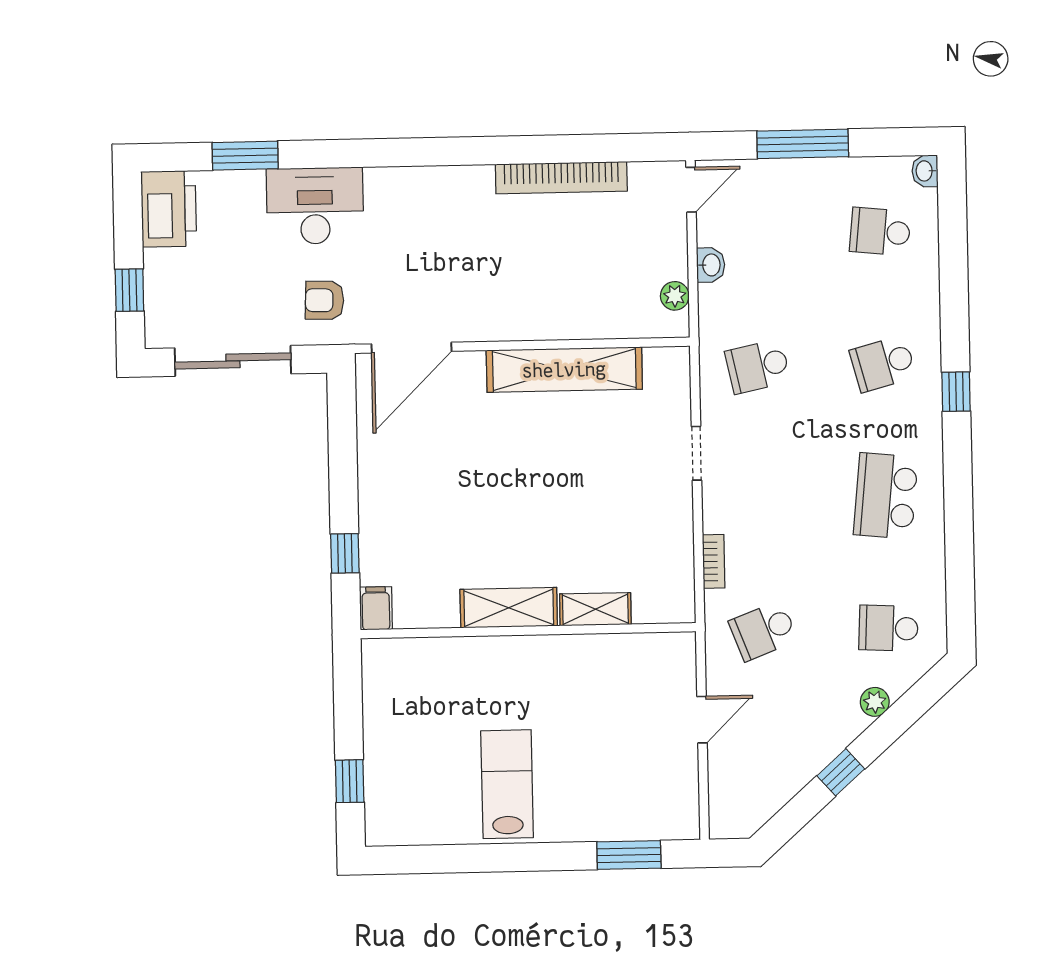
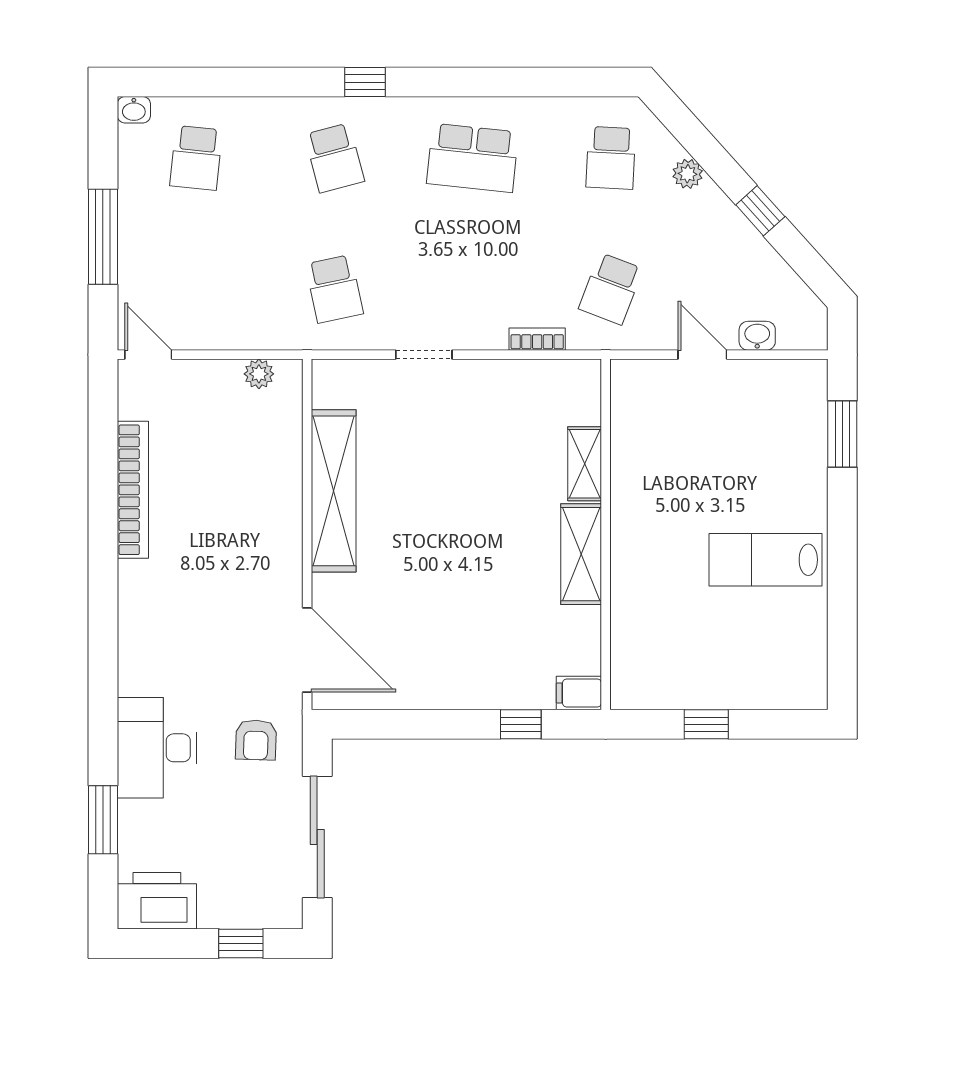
washbasin: (711, 265) -> (757, 336), moved
school desk: (763, 631) -> (611, 289), turned 42
window: (350, 781) -> (706, 724), moved

